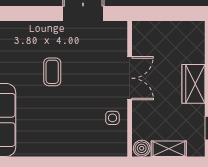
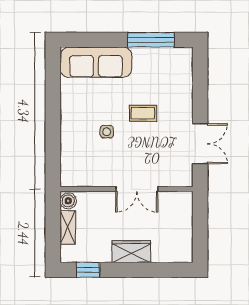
side table: (112, 118) -> (107, 132), moved

